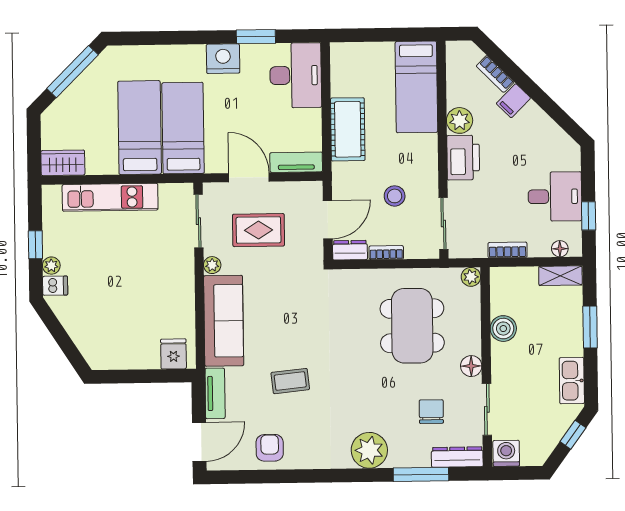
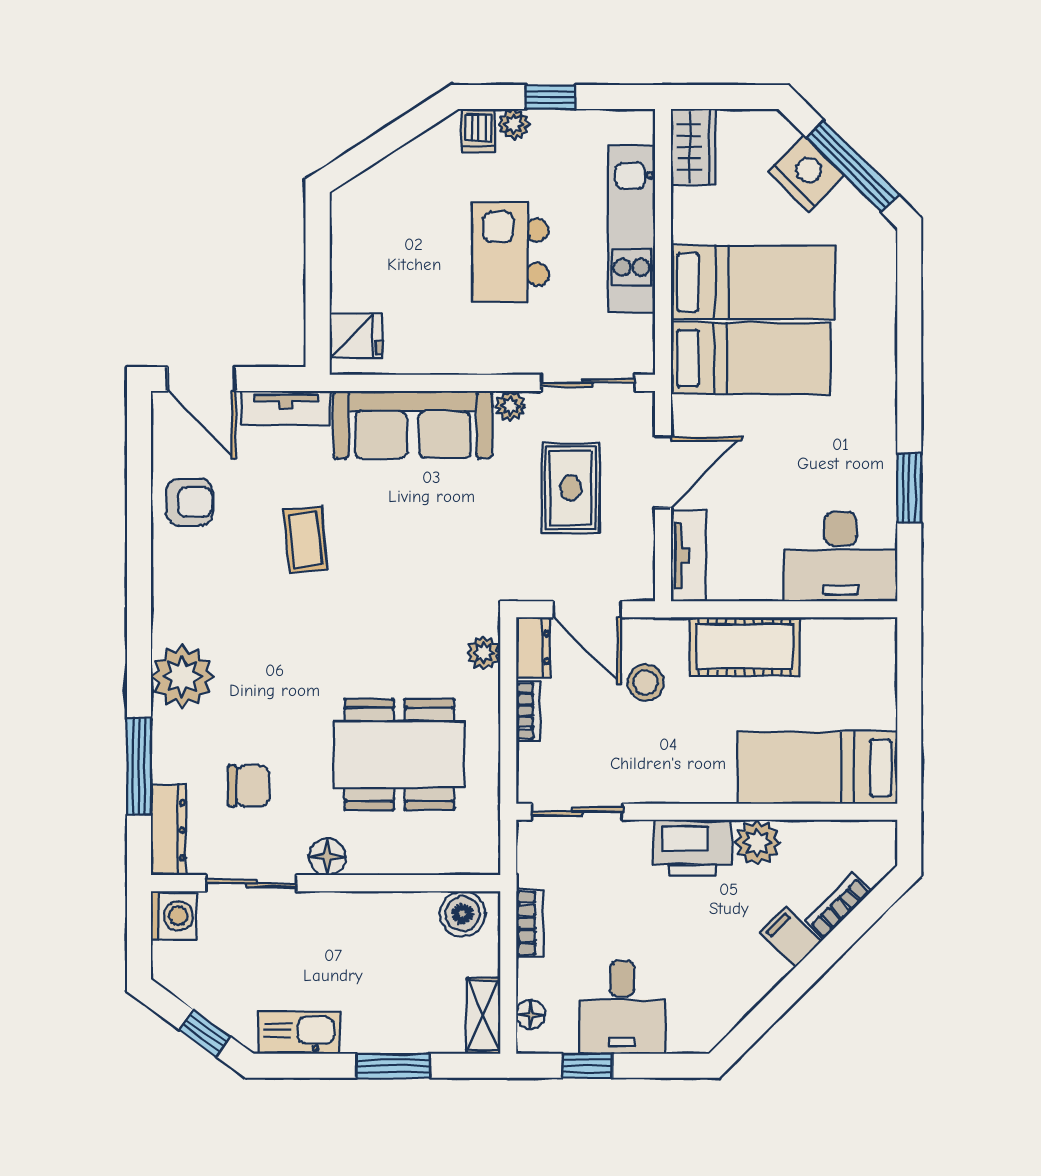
nightstand: (223, 59) -> (806, 173), moved, turned -45
stool: (395, 196) -> (646, 682), moved
kitchen island: (124, 266) -> (510, 252), added
plant: (471, 277) -> (483, 653), moved
boiler: (503, 329) -> (462, 914), moved

